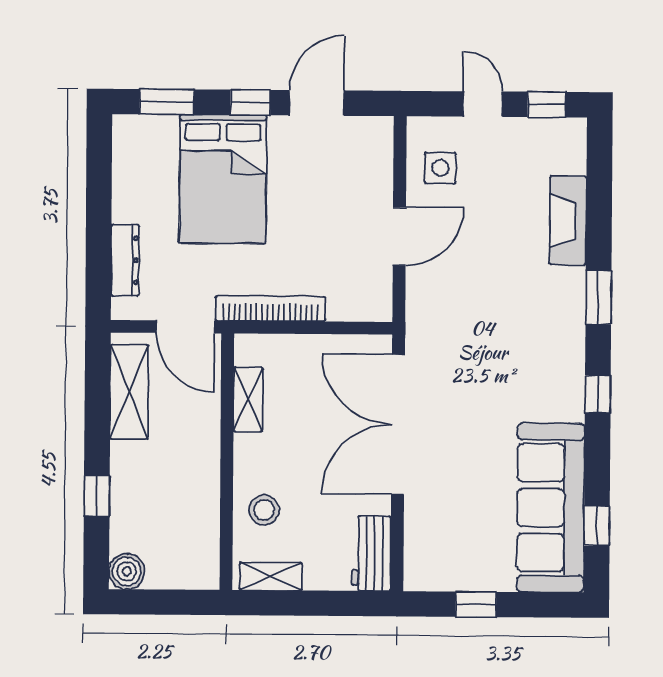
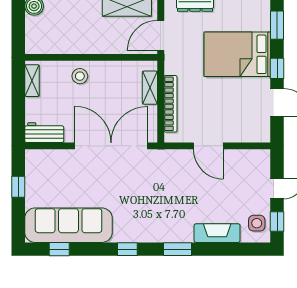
side table: (440, 168) -> (257, 223), moved
bookcase: (270, 309) -> (170, 104), moved
shelving: (248, 399) -> (150, 88), moved, turned 90
stool: (264, 510) -> (80, 76), moved

